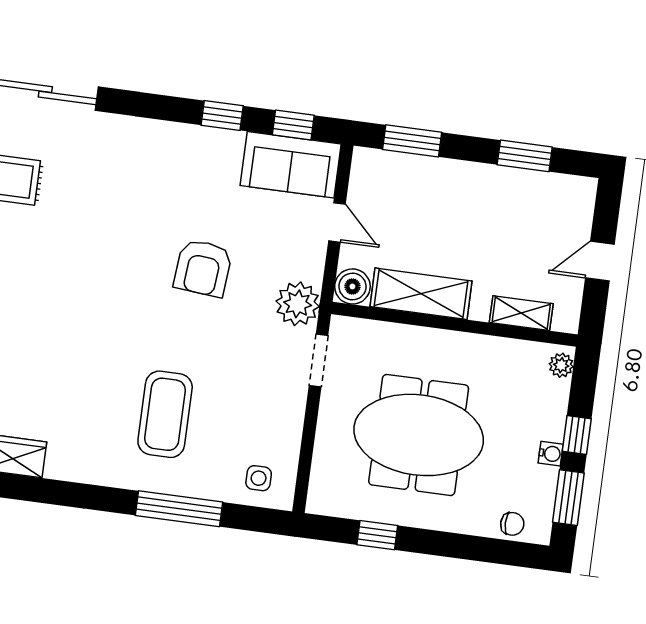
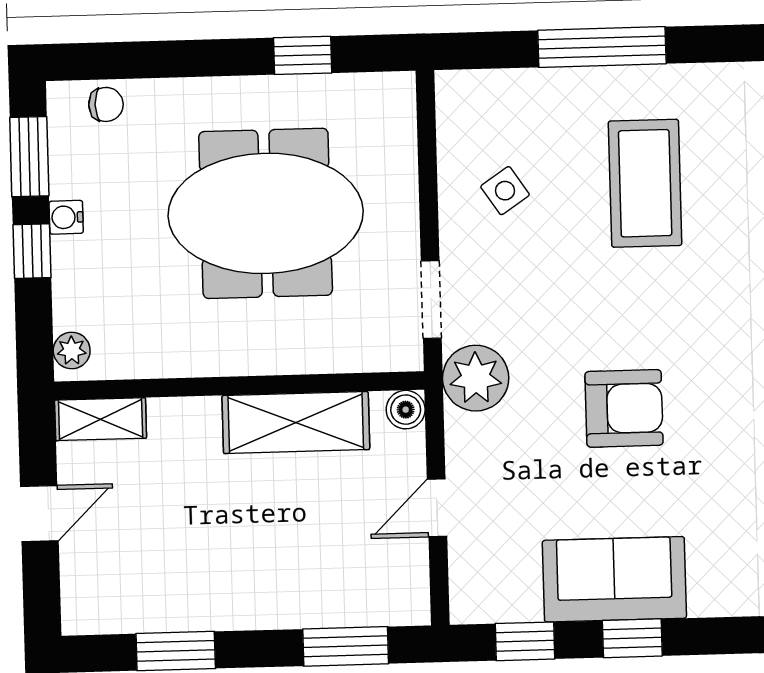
sofa: (291, 165) -> (614, 579), moved
door: (337, 222) -> (437, 508), hinge flipped
armchair: (203, 268) -> (624, 408), turned 85
boiler: (352, 286) -> (406, 410), width x0.73, depth x0.73
shelving: (521, 313) -> (101, 419), moved
side table: (259, 478) -> (505, 191), moved, turned -34
chair: (512, 524) -> (106, 104), turned 180

